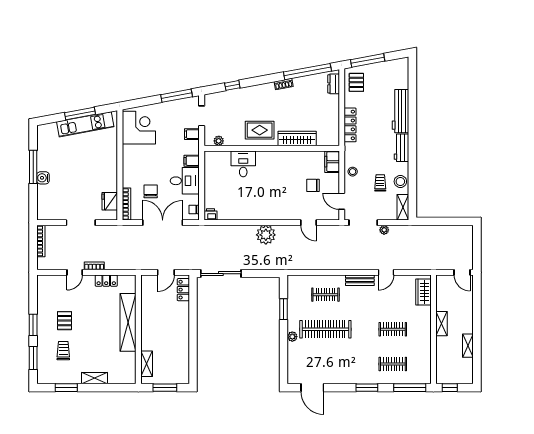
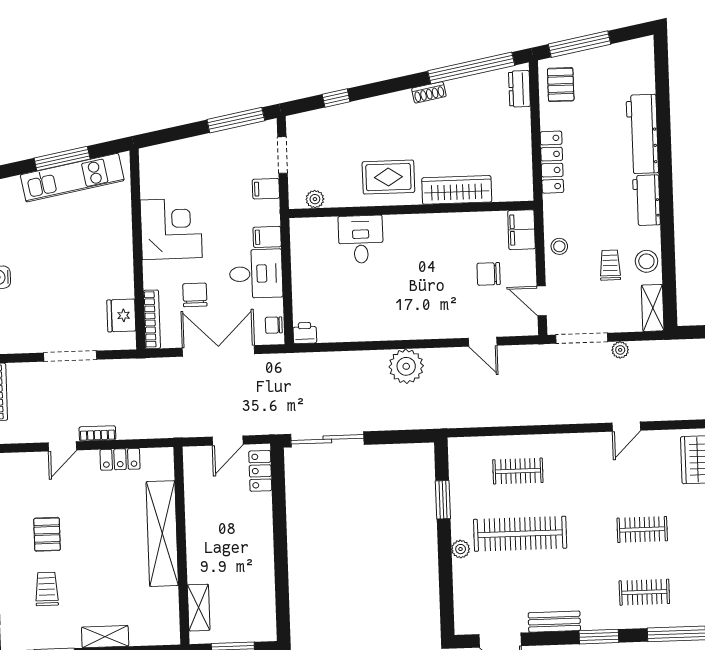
corner desk: (139, 128) -> (171, 229), moved
bench: (360, 280) -> (554, 622), moved

